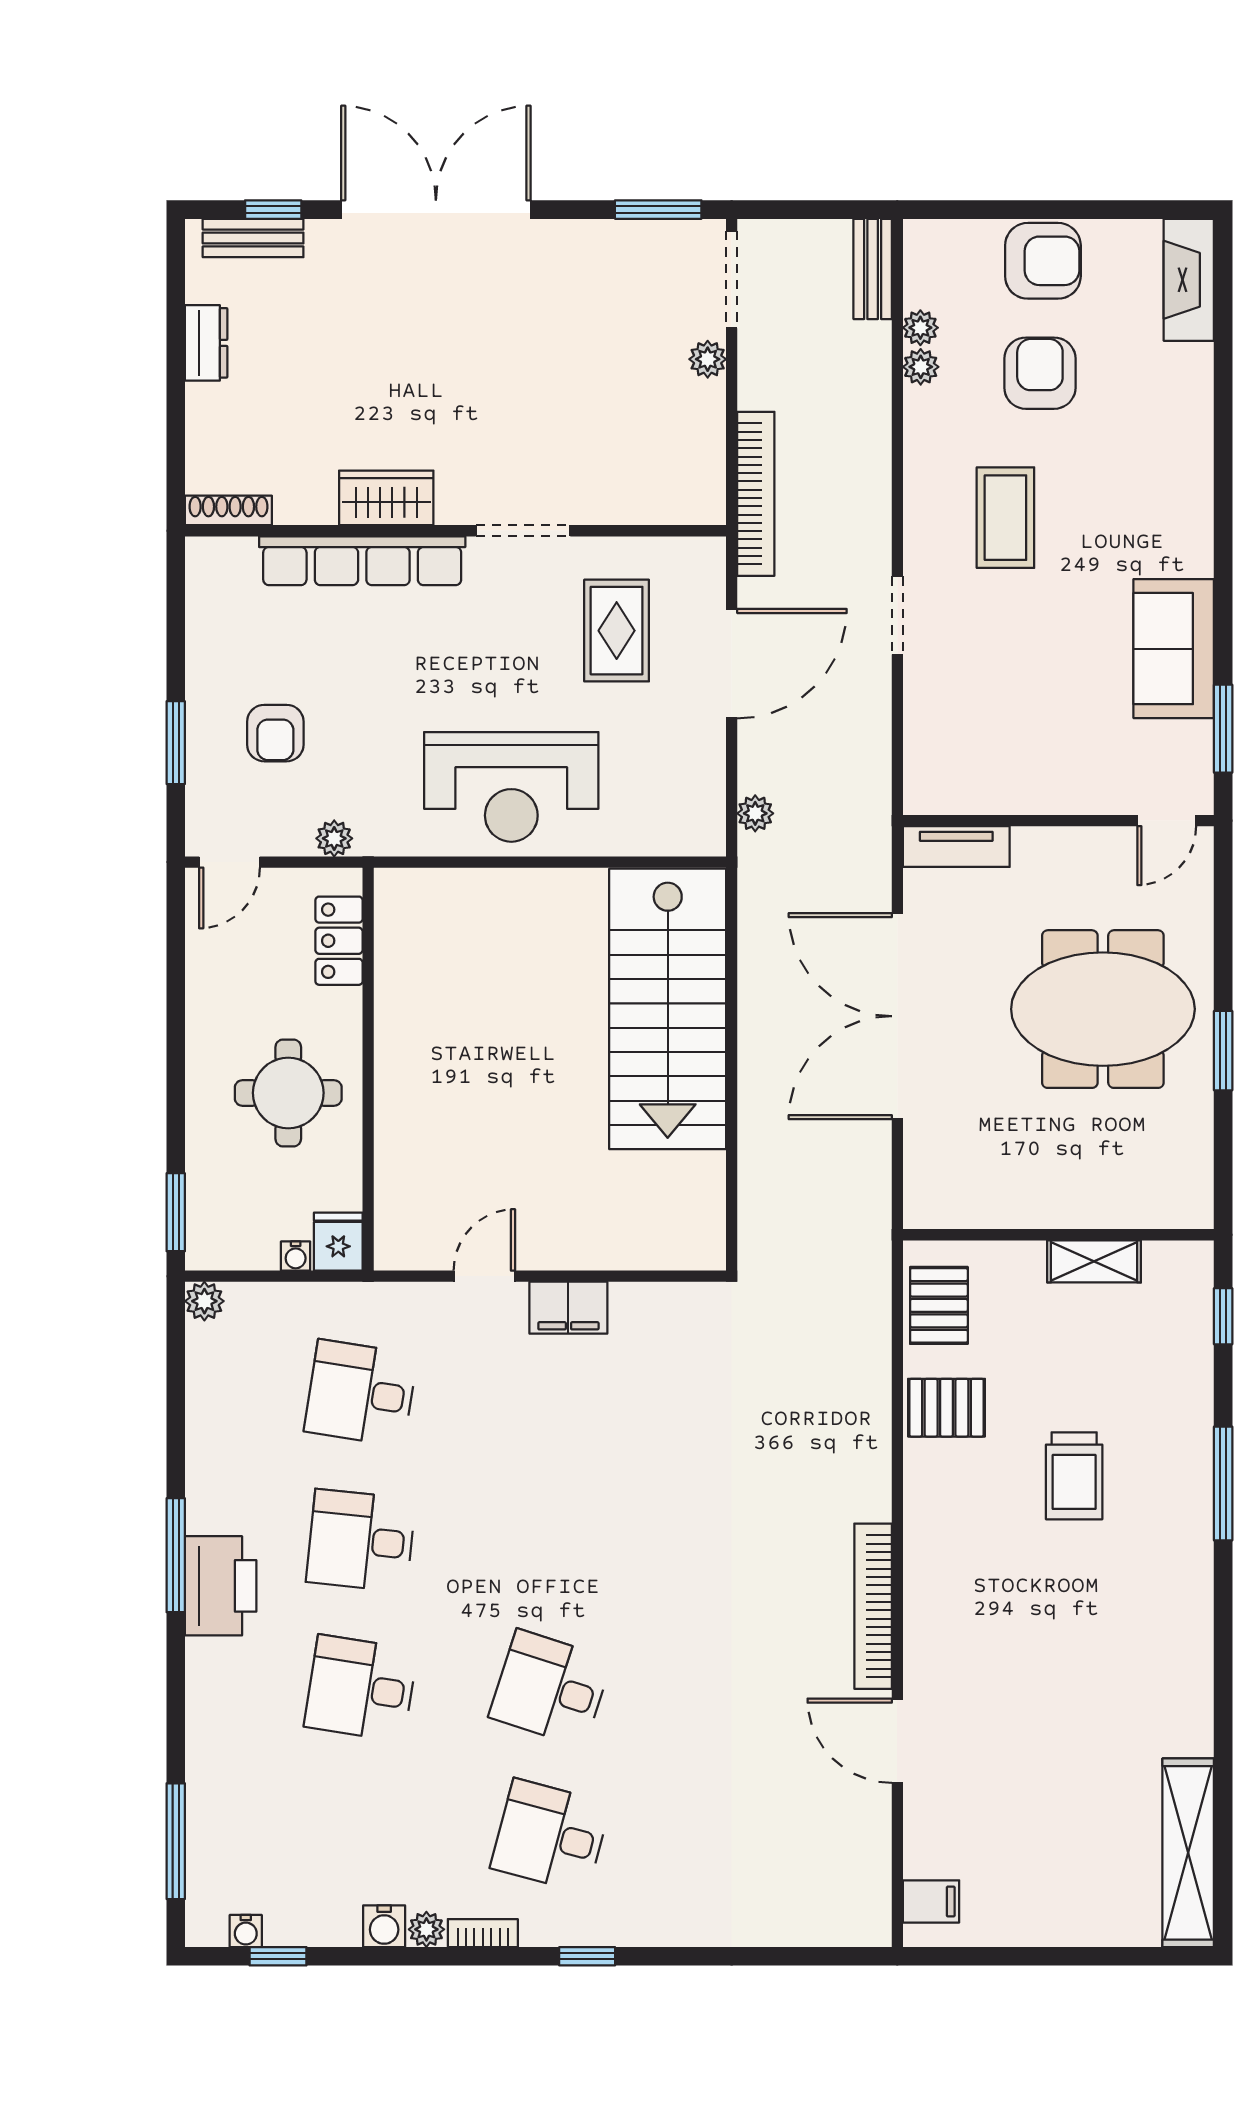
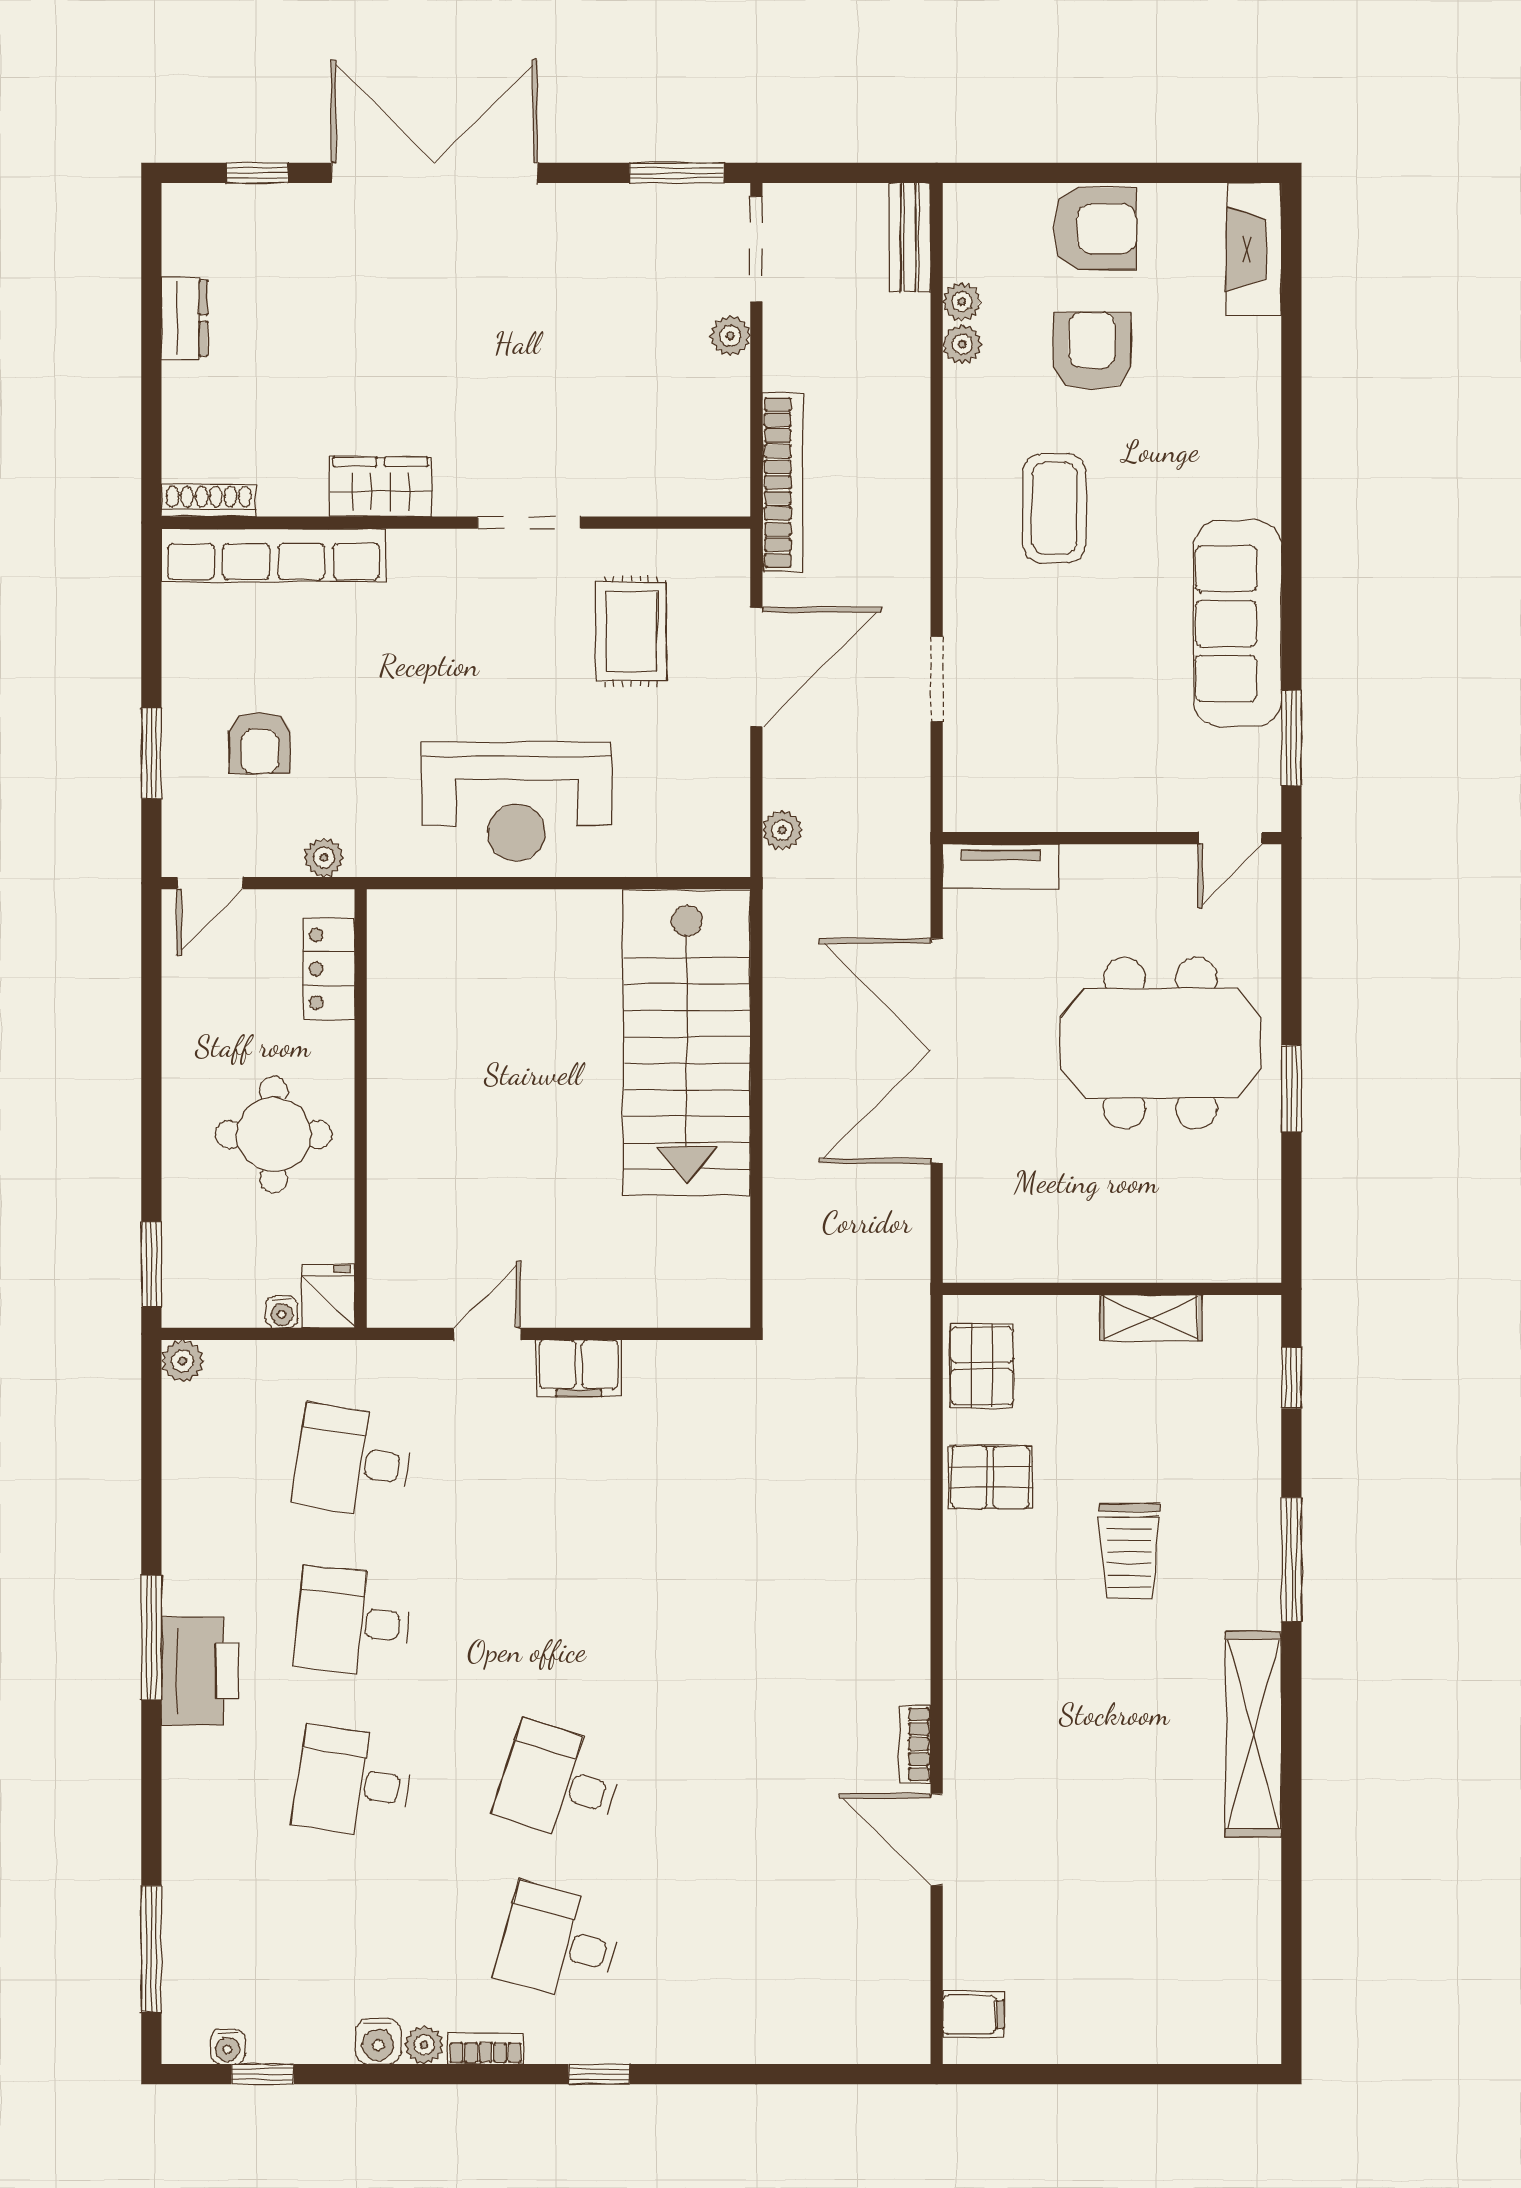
bench: (253, 238) -> (235, 204), removed
row of seats: (362, 561) -> (274, 555), moved
doorway: (897, 616) -> (937, 679), moved
sofa: (1174, 649) -> (1238, 624), width x1.36
bookcase: (873, 1606) -> (915, 1744), width x0.43, depth x0.76
shelving: (1188, 1853) -> (1253, 1734), moved

